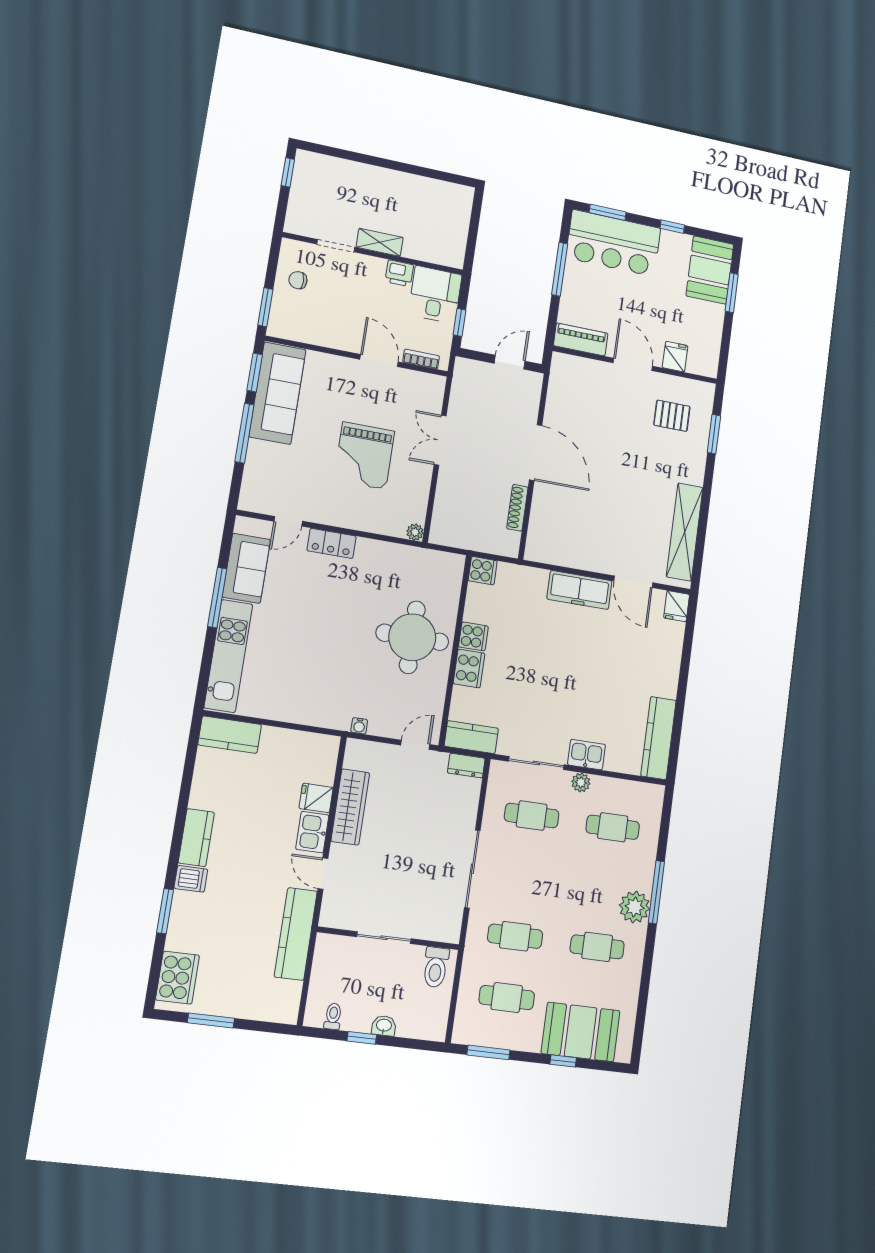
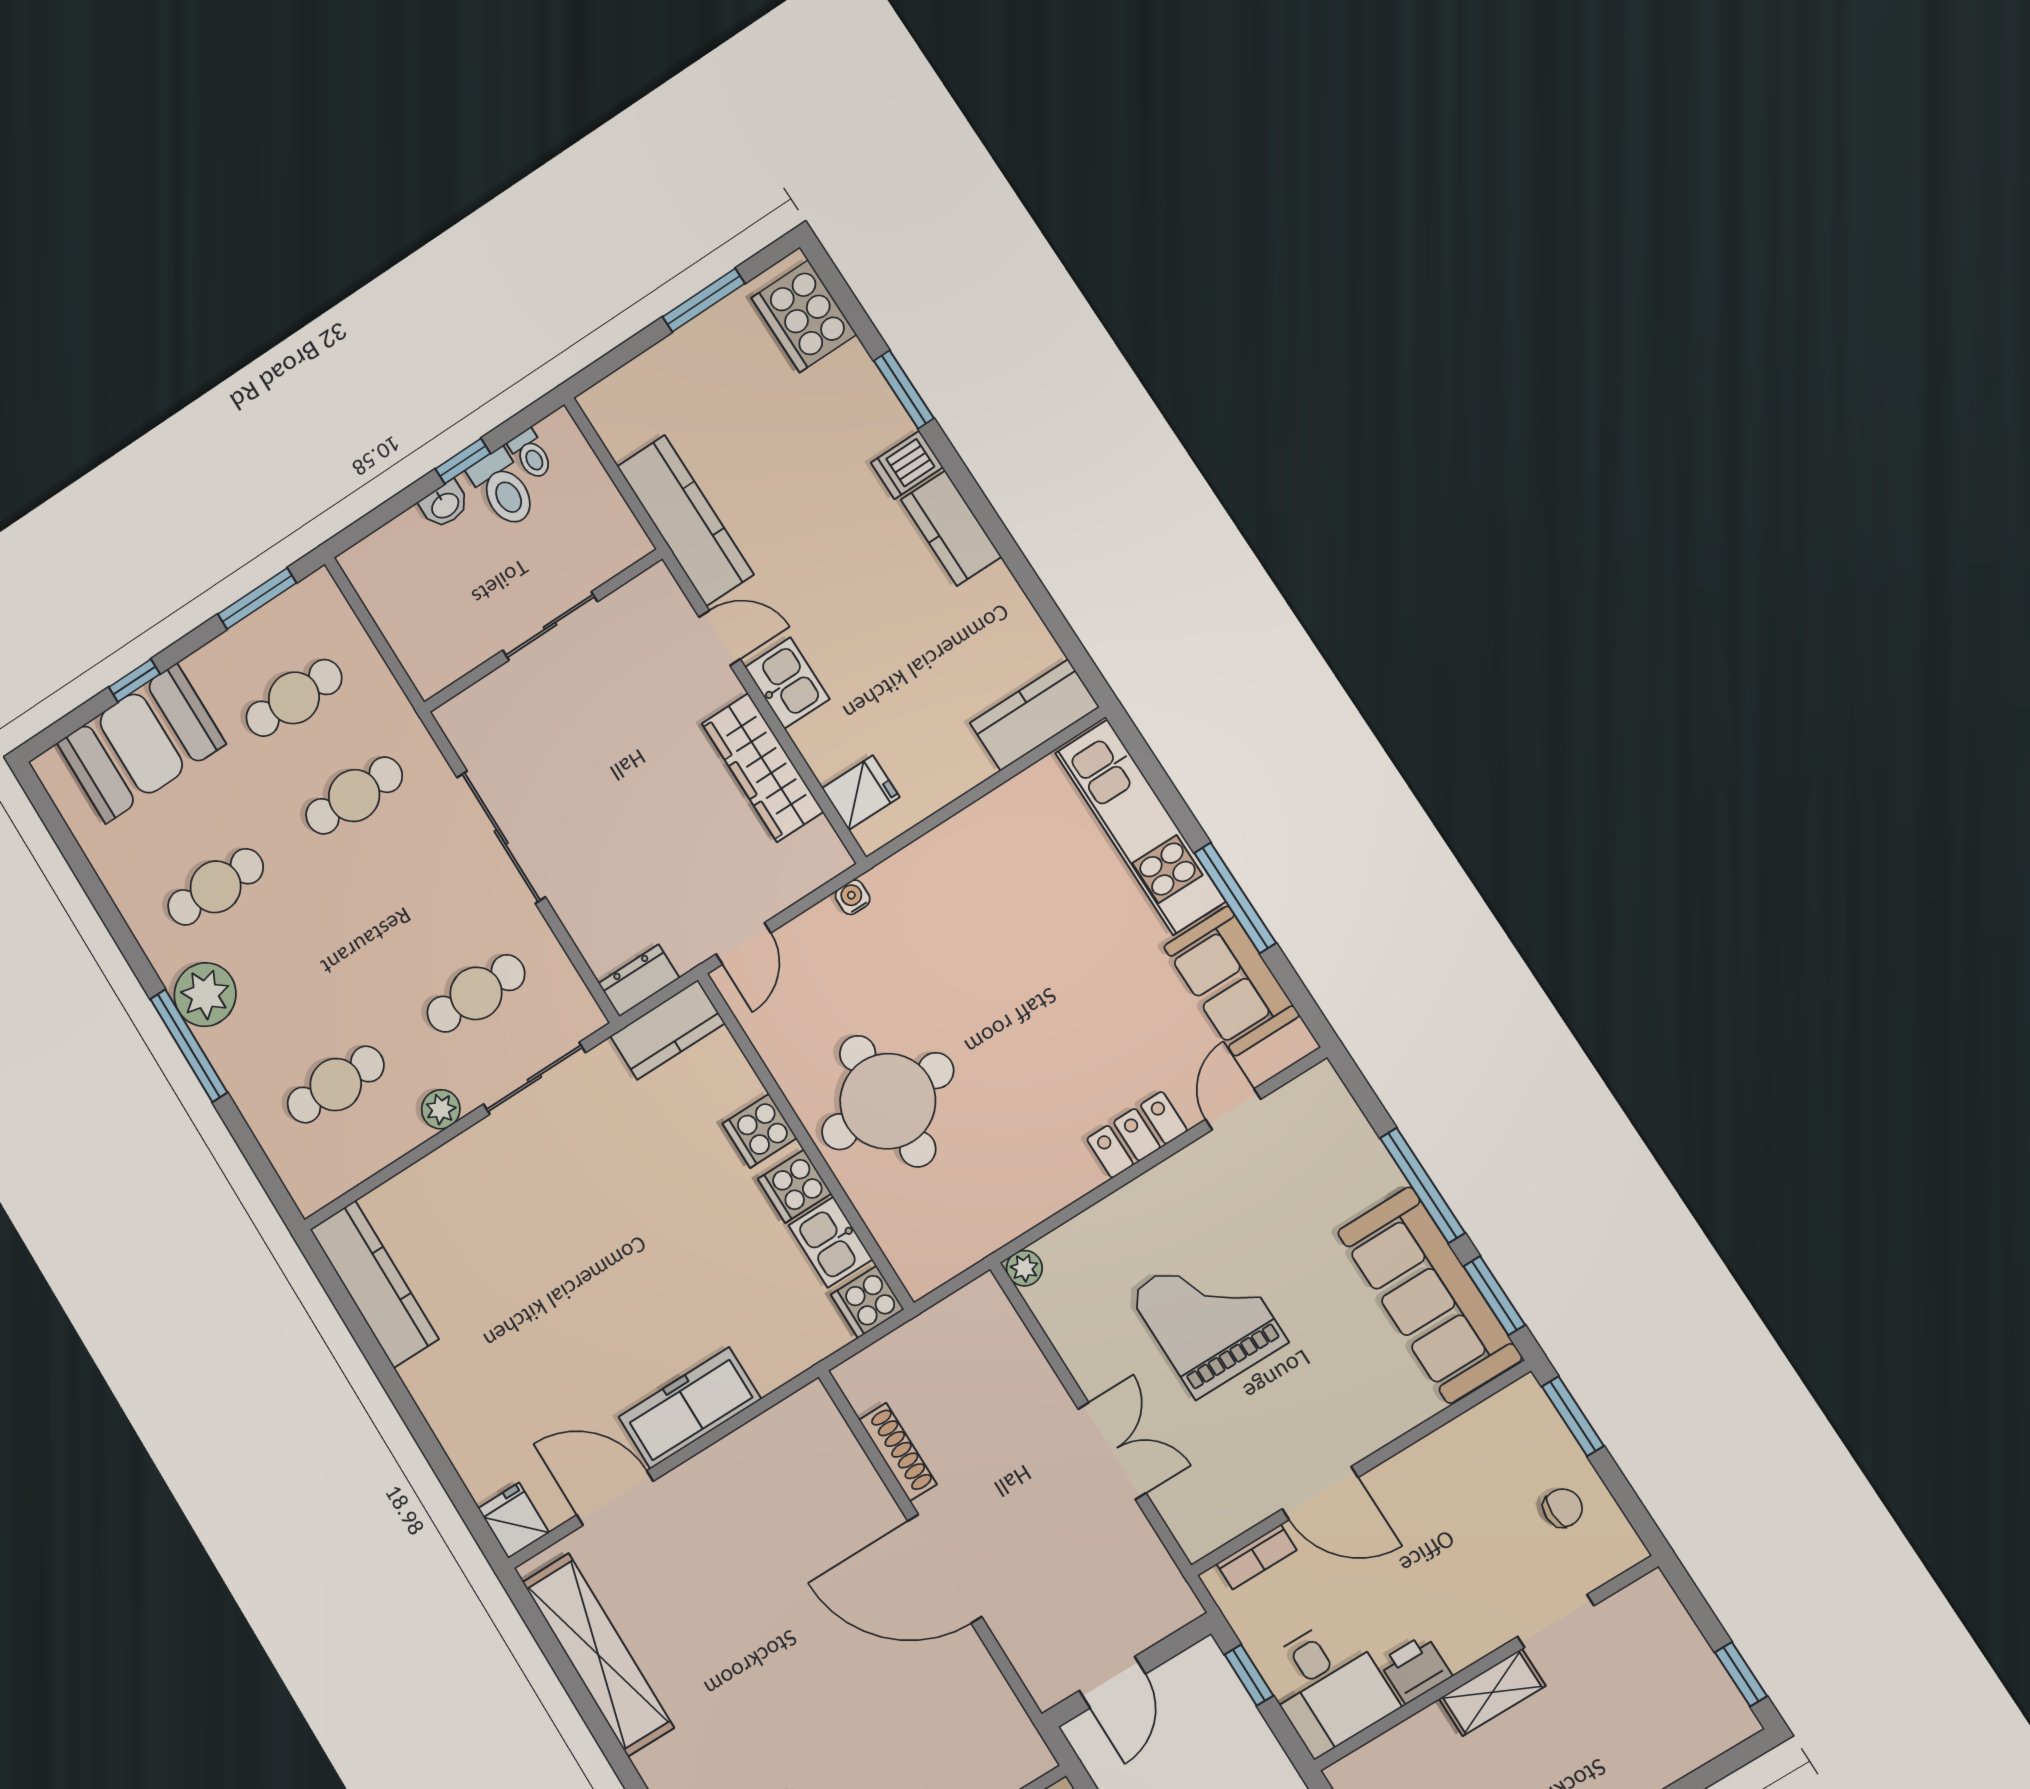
cooker: (469, 668) -> (760, 1131), width x0.73
kitchen sink: (586, 755) -> (831, 1242), moved, turned 90
fridge: (316, 798) -> (861, 793), moved
toilet: (436, 967) -> (503, 489), moved, turned 180

